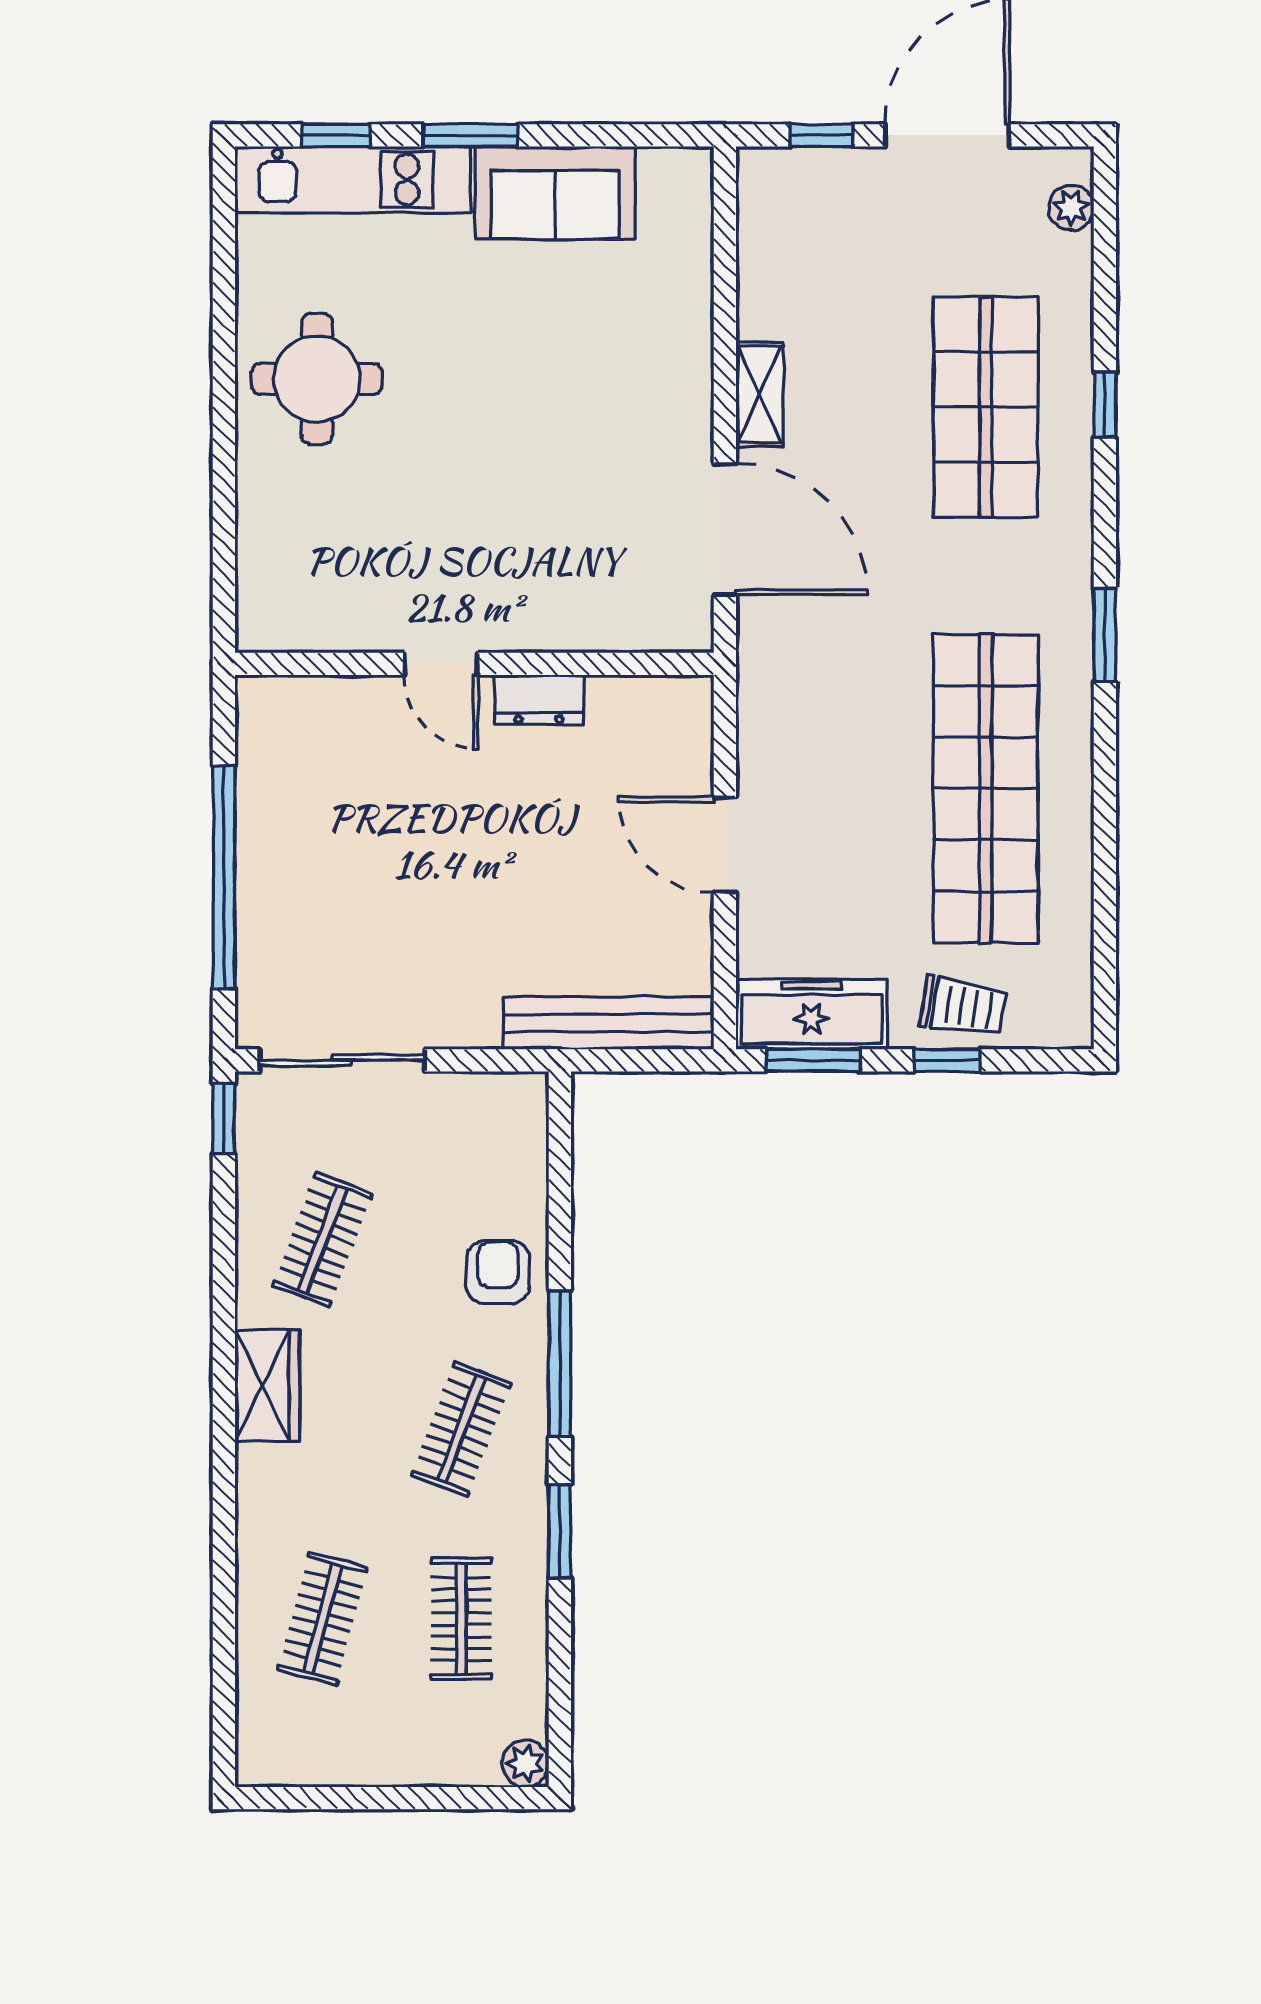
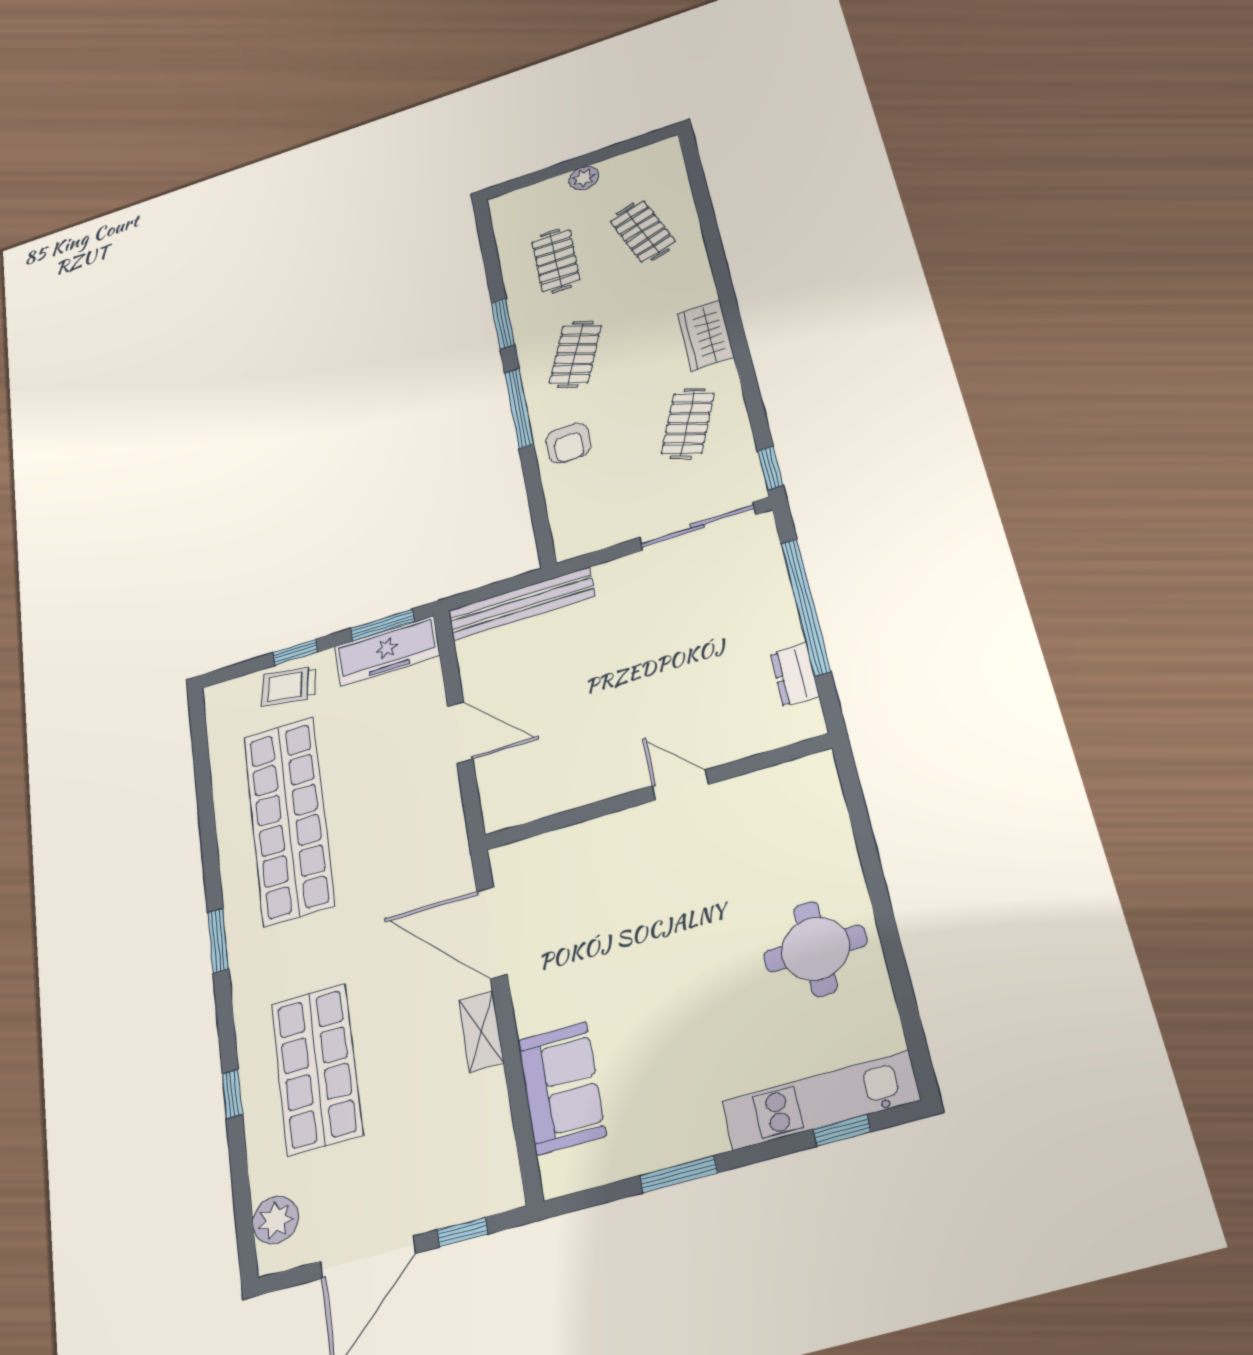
window: (470, 135) -> (679, 1174), moved
sofa: (555, 193) -> (562, 1088), moved, turned 90
plant: (1071, 208) -> (276, 1220), width x1.38, depth x1.38
dresser: (539, 700) -> (795, 675), moved, turned -90
clothes rail: (322, 1619) -> (643, 231), turned -33
plant: (525, 1764) -> (584, 178), moved

